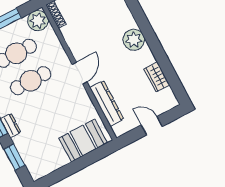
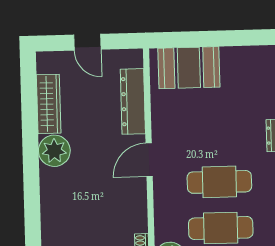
plant: (134, 40) -> (54, 151), moved
wardrobe: (157, 77) -> (49, 104), width x1.50

